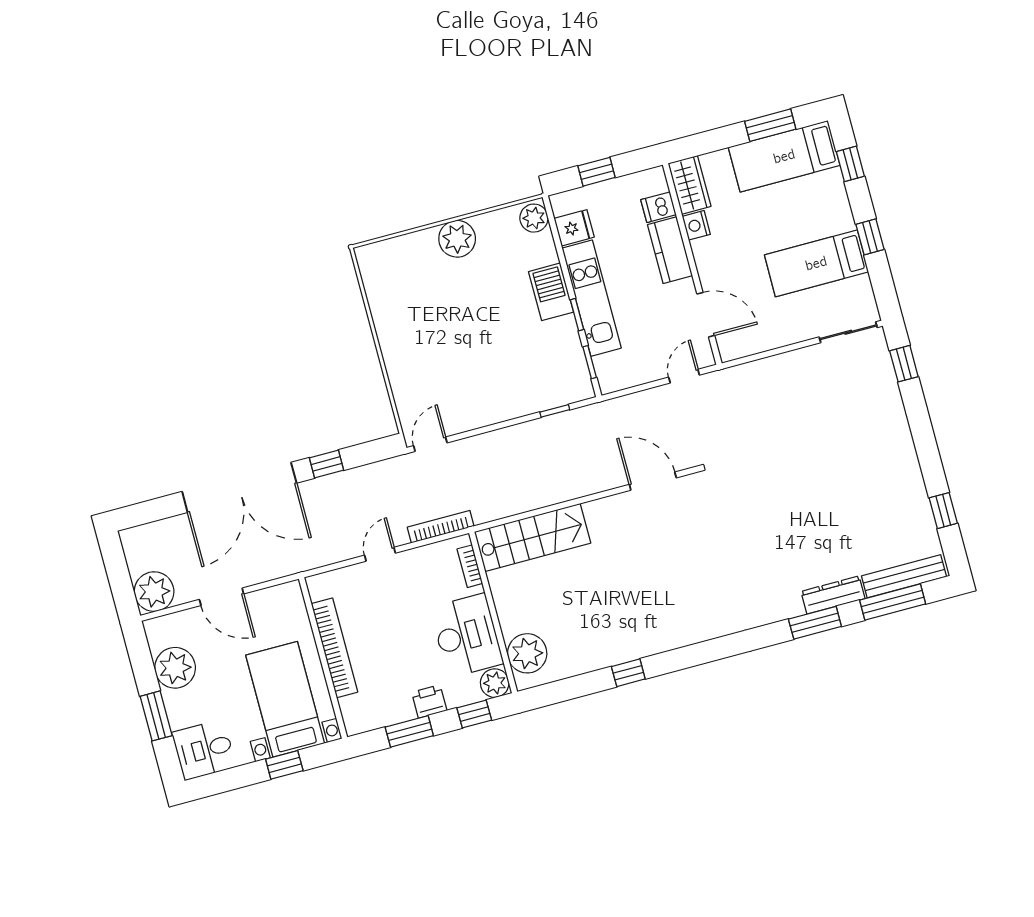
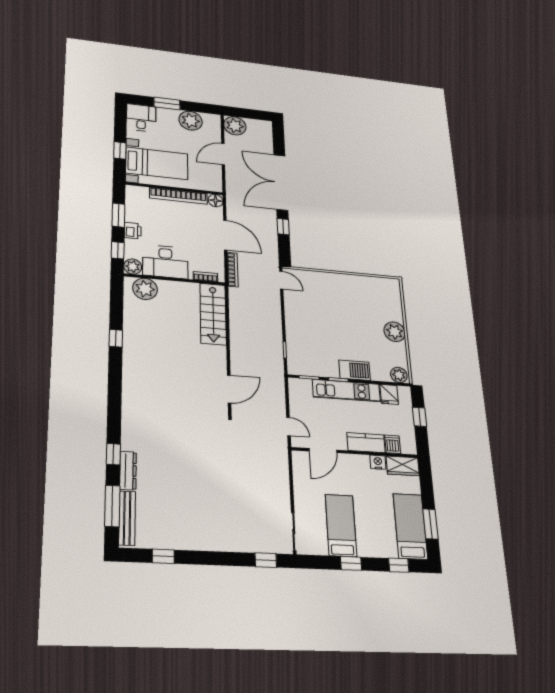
door: (380, 554) -> (225, 235), width x1.87
floor lamp: (320, 586) -> (216, 201), added
window: (815, 623) -> (113, 454), width x0.67

